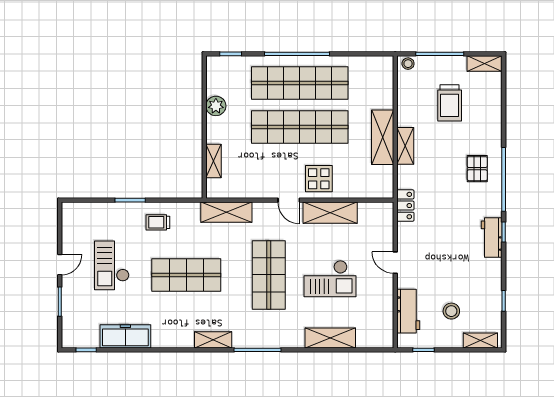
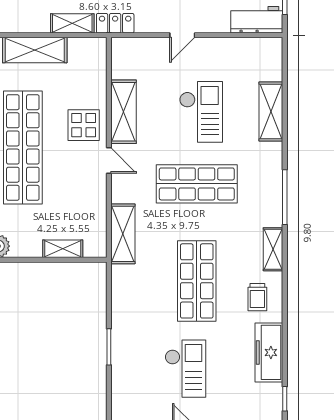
shelving: (405, 146) -> (72, 23), moved
door: (289, 200) -> (109, 160), hinge flipped
trolley: (158, 222) -> (257, 297), moved
checkout: (112, 265) -> (185, 369), turned -90
workbench: (408, 311) -> (257, 20), moved

